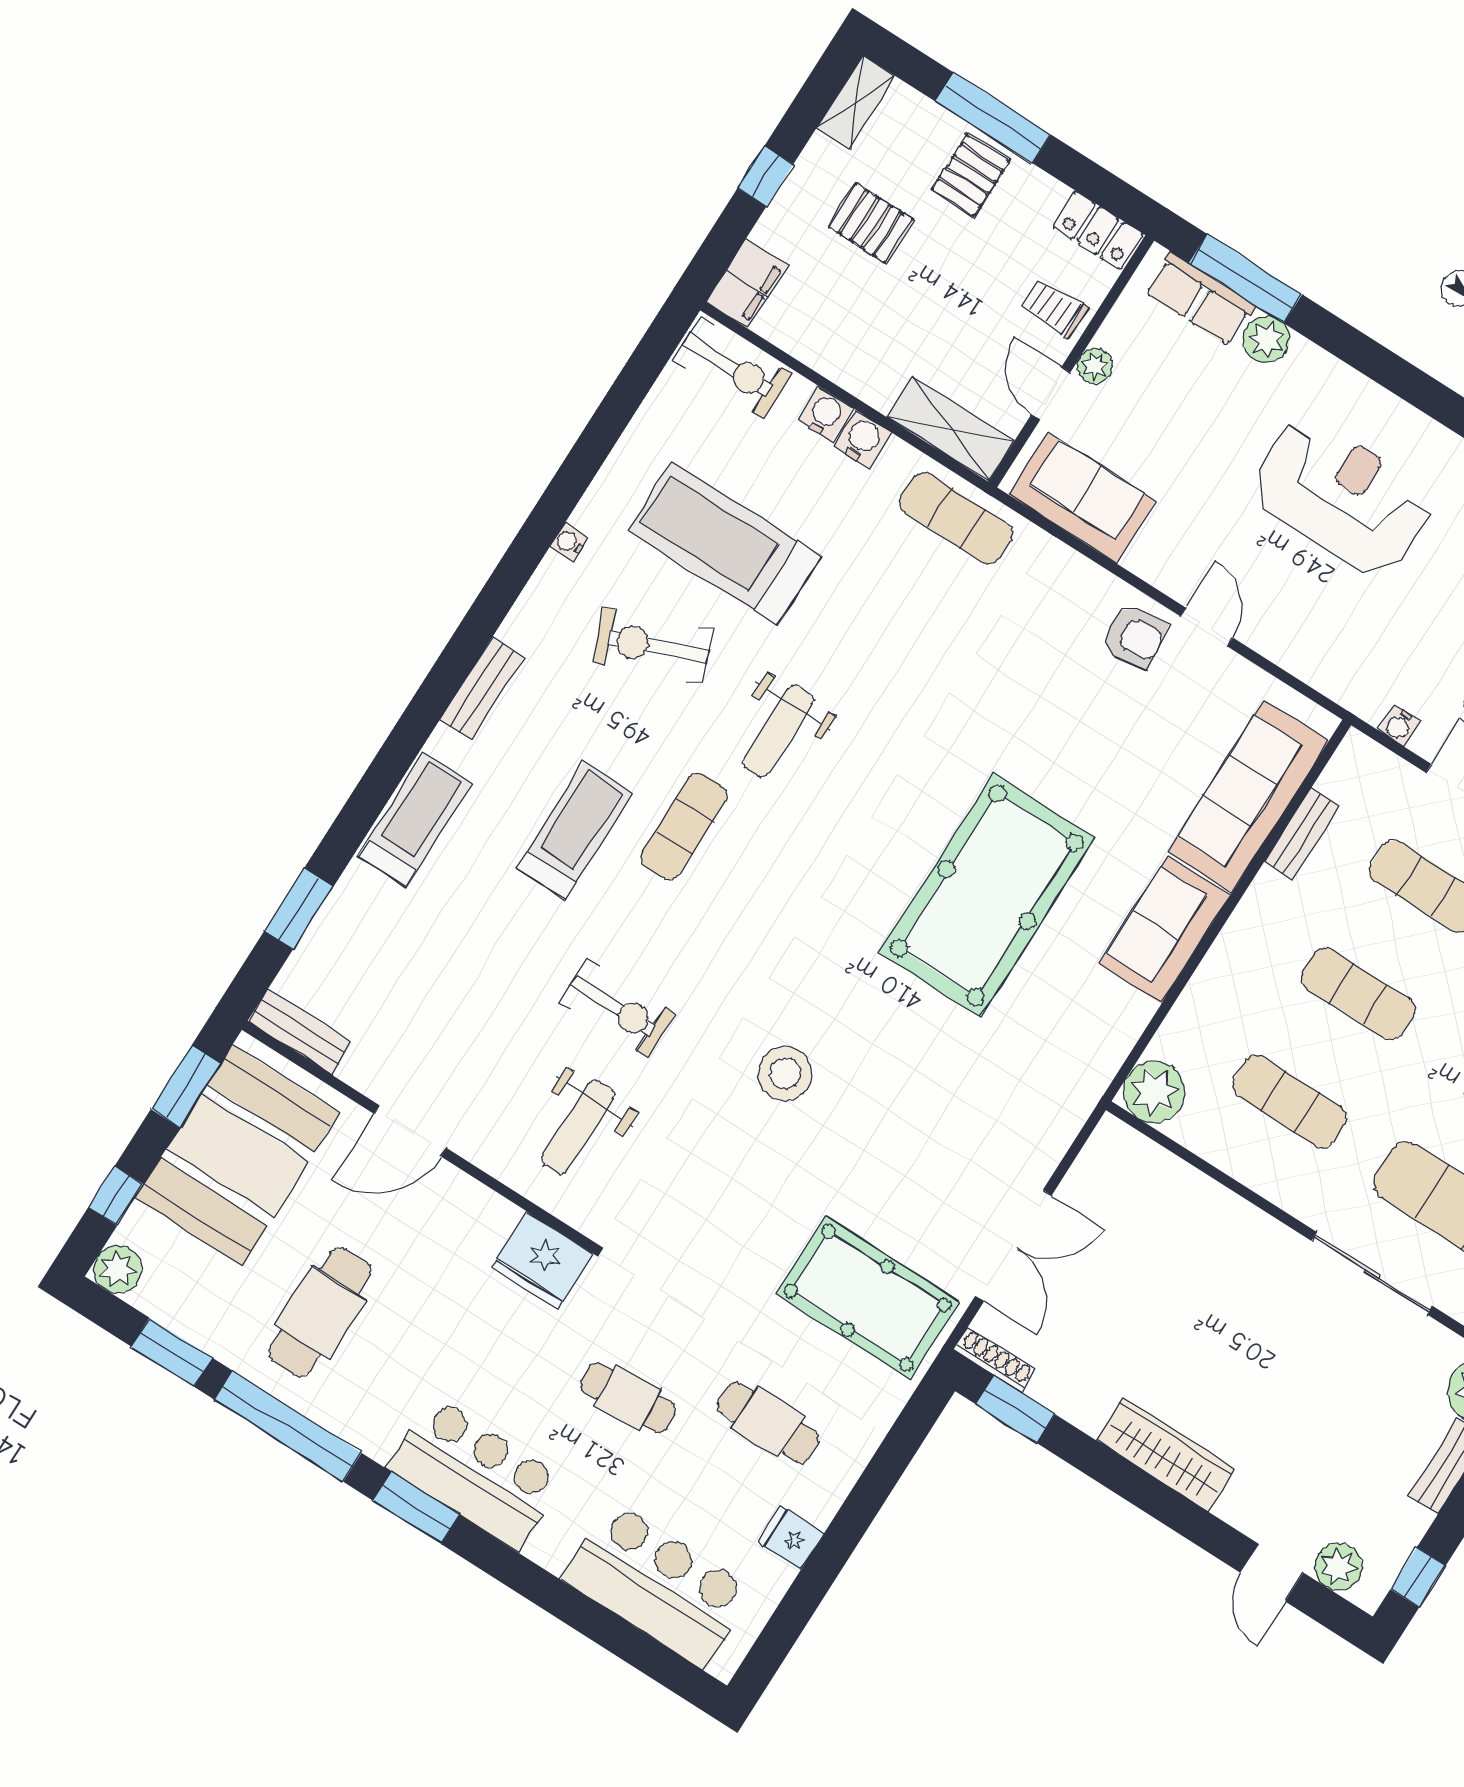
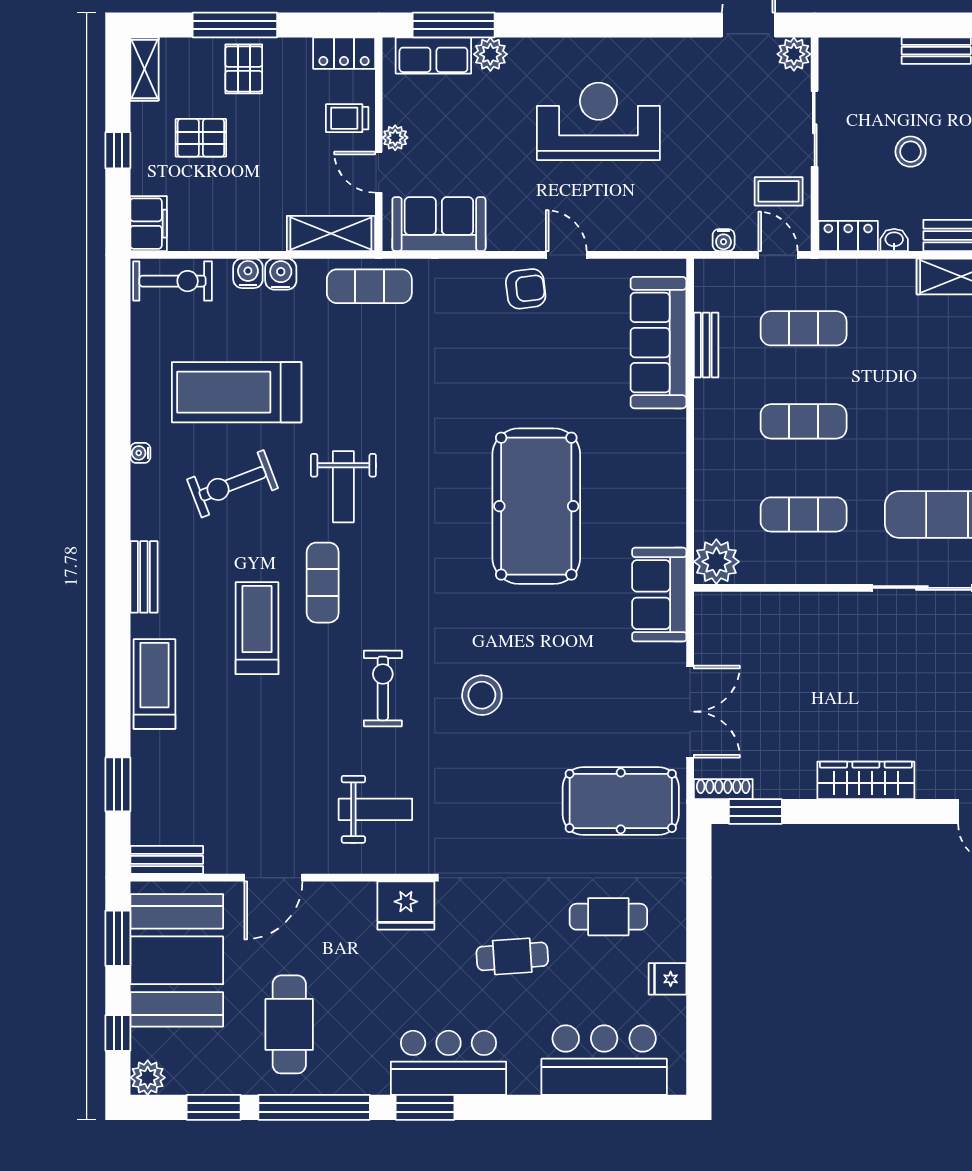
sofa: (1165, 930) -> (659, 595), moved
exercise bike: (617, 1008) -> (383, 688), moved, turned -90
weight bench: (578, 1127) -> (375, 809), turned -90

